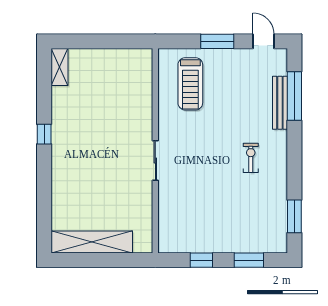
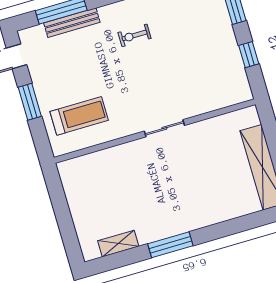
shelving: (60, 67) -> (118, 244), moved
window: (44, 134) -> (170, 245), width x2.17

